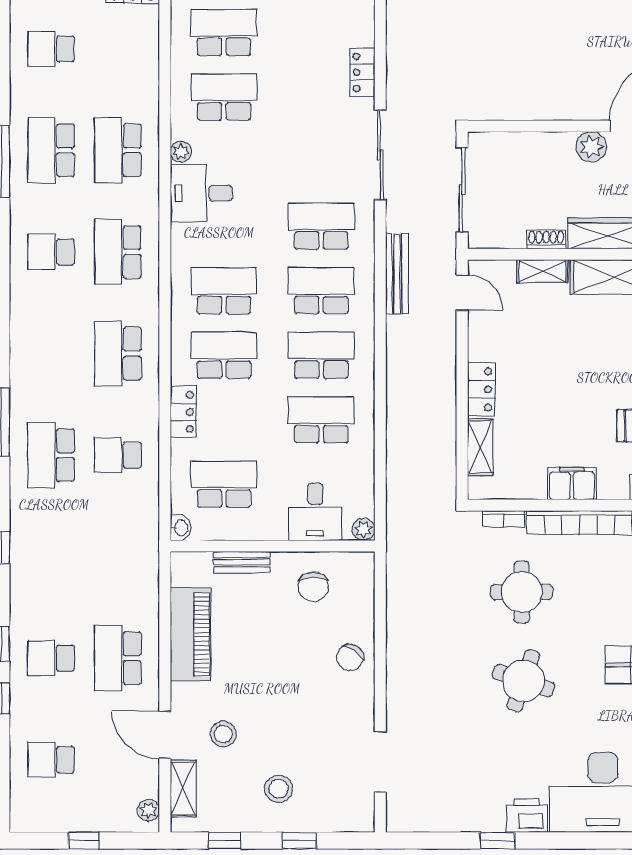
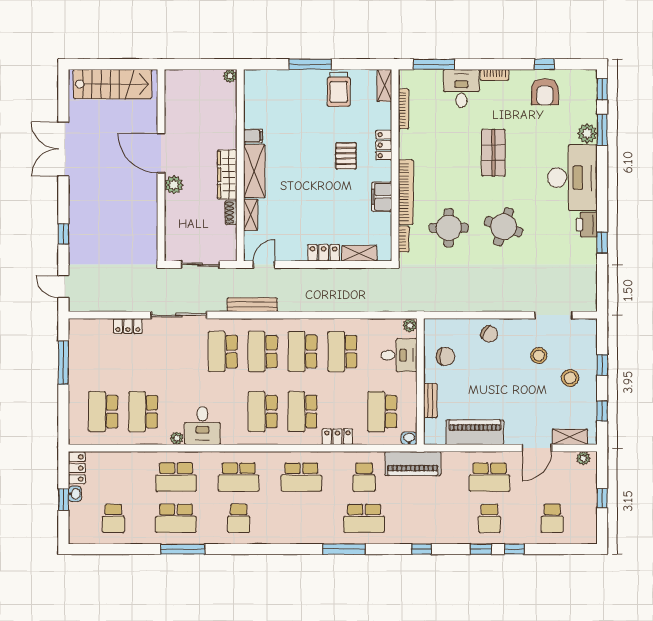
sliding door: (462, 190) -> (200, 265), width x0.73
piano: (140, 534) -> (413, 464), added
stool: (223, 734) -> (539, 356), moved

